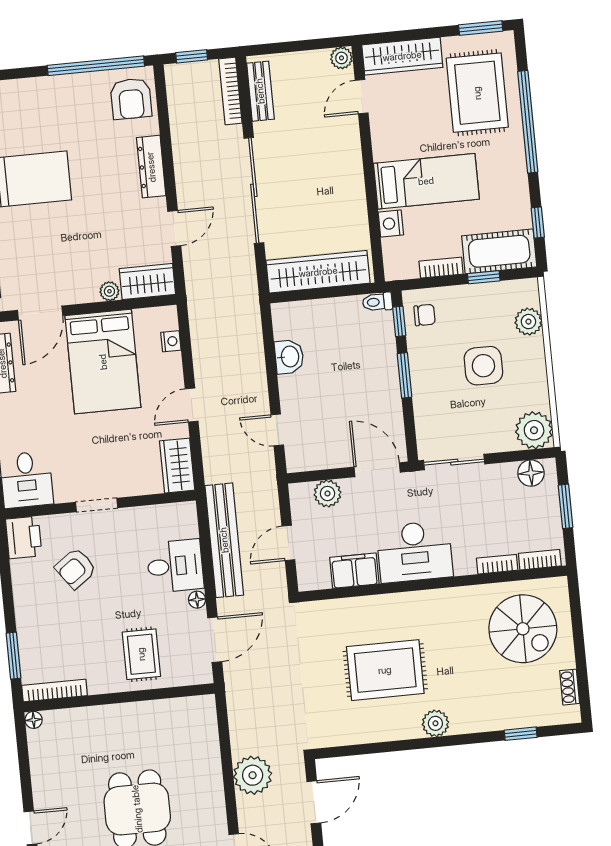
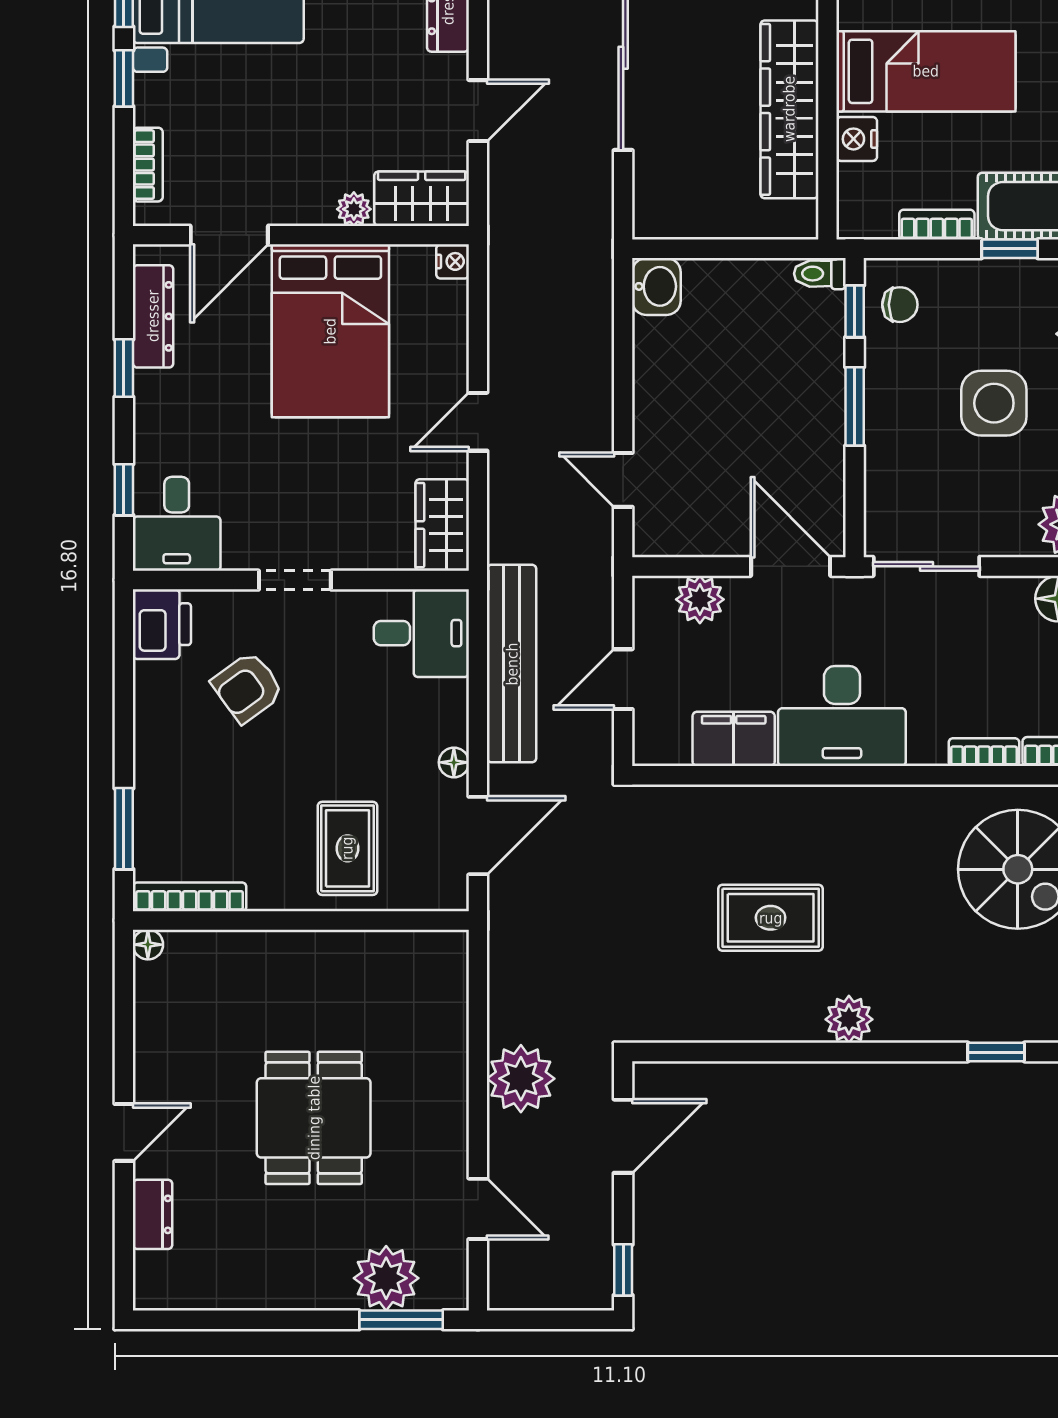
wardrobe: (318, 272) -> (789, 109), moved, turned -90
nightstand: (171, 341) -> (453, 261), moved
washbasin: (289, 357) -> (656, 286), moved
desk: (175, 566) -> (421, 633), moved
rug: (385, 670) -> (771, 918), width x0.73, depth x0.70

